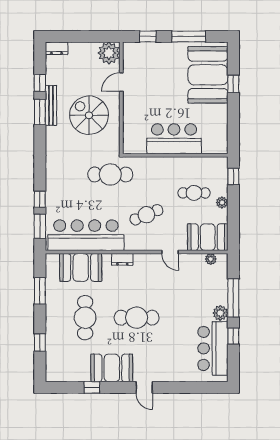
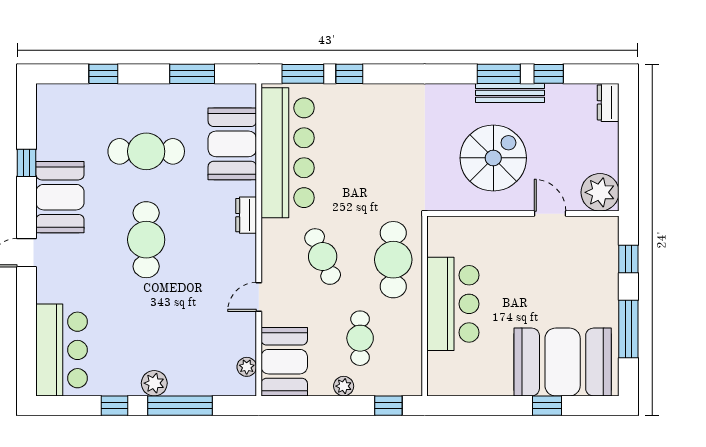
cafe table: (110, 175) -> (393, 260), moved
bar counter: (213, 348) -> (62, 350), moved, turned 90

